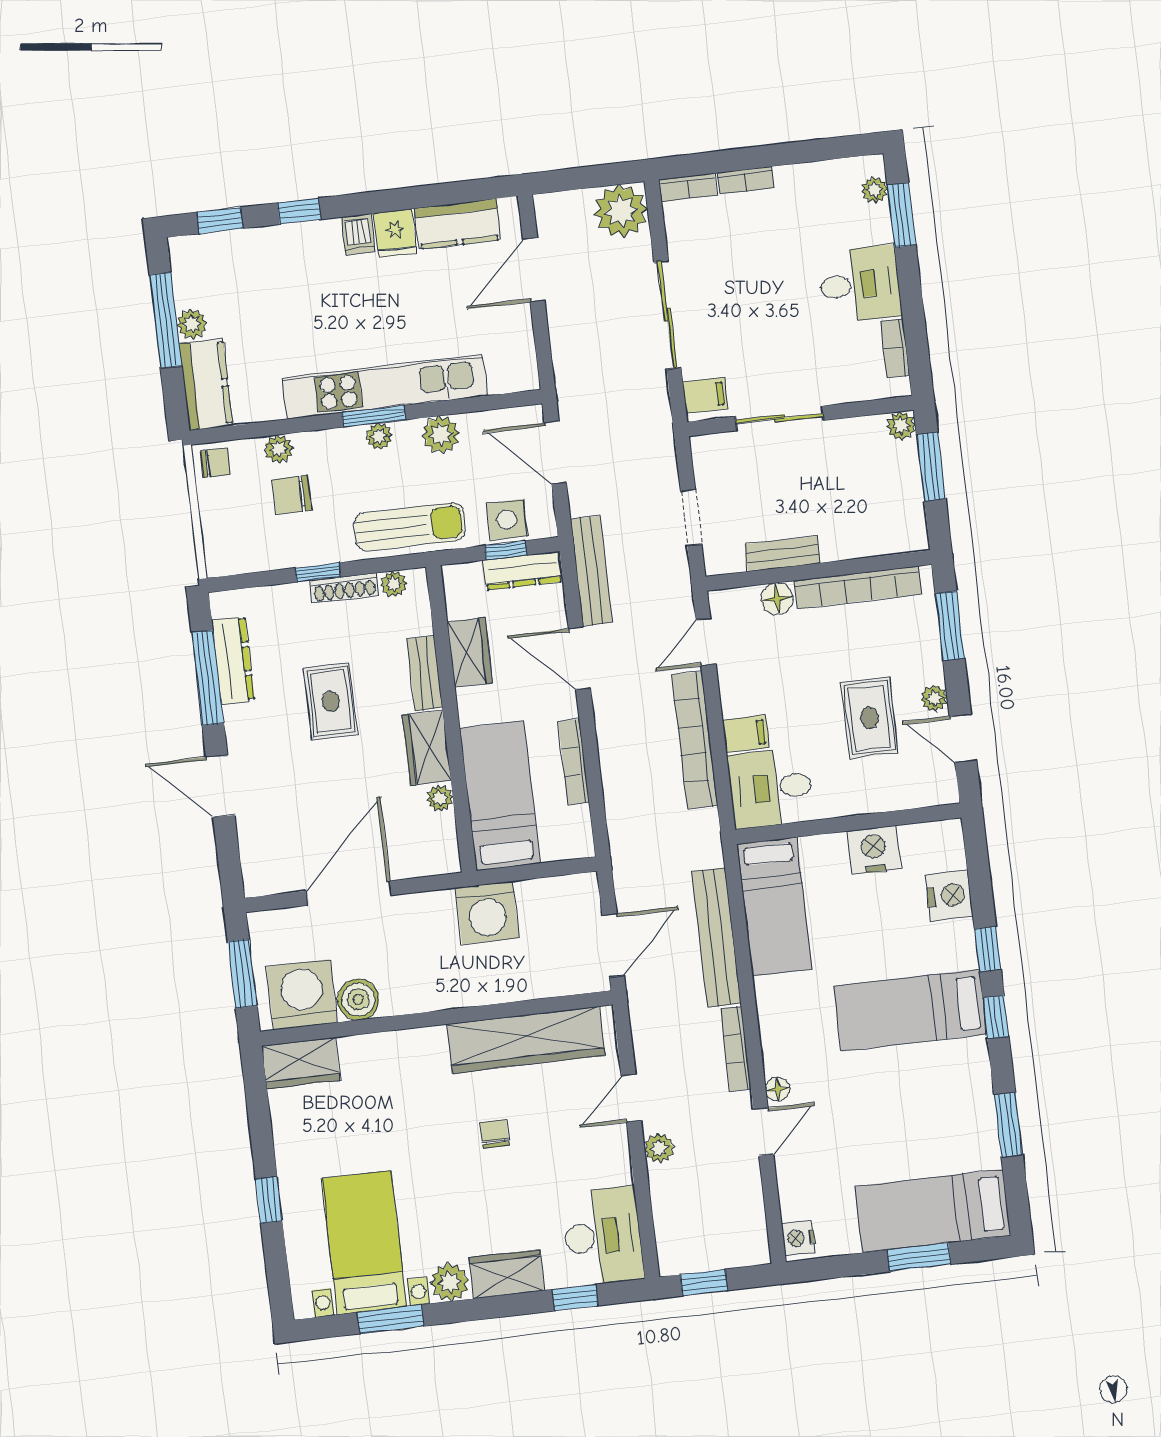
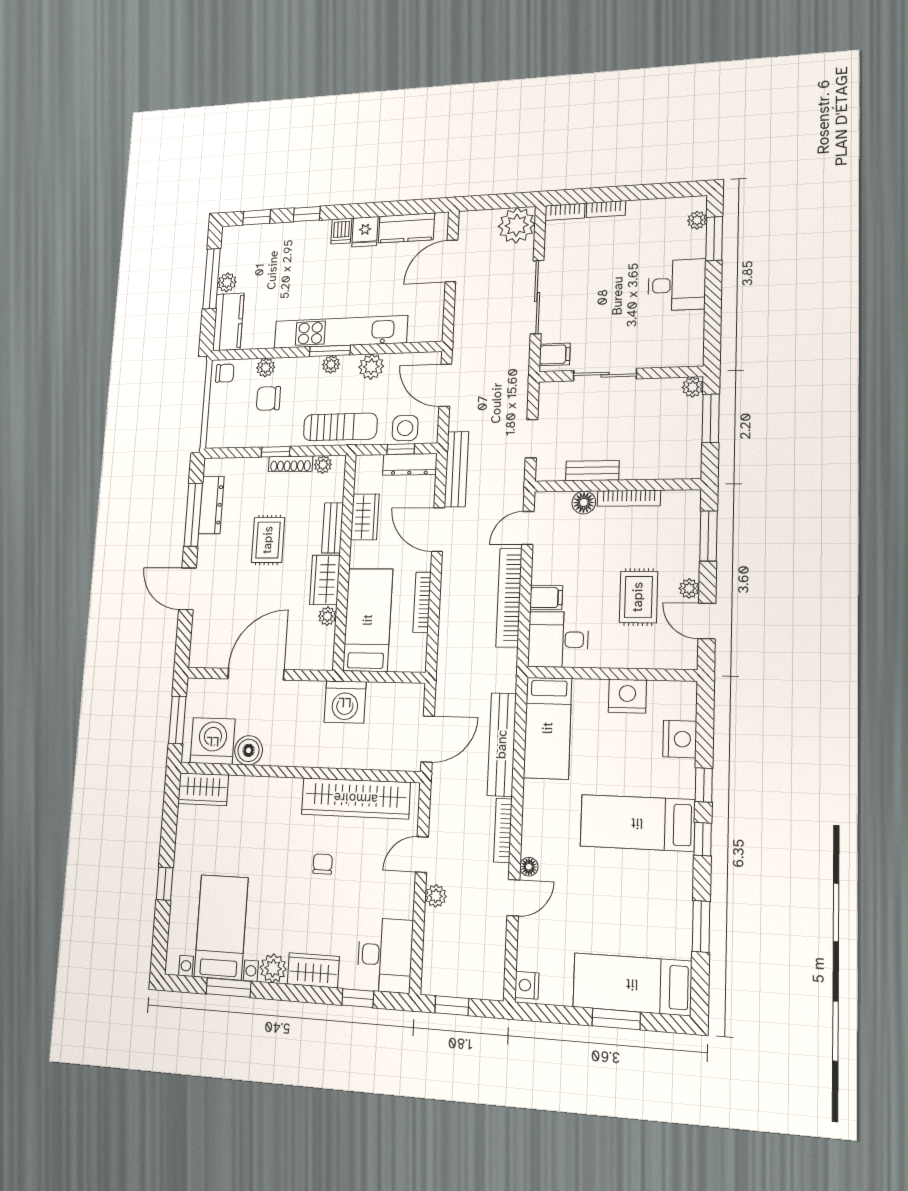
bookcase: (895, 348) -> (696, 332), removed
bookcase: (858, 587) -> (629, 498), width x0.68, depth x0.76

